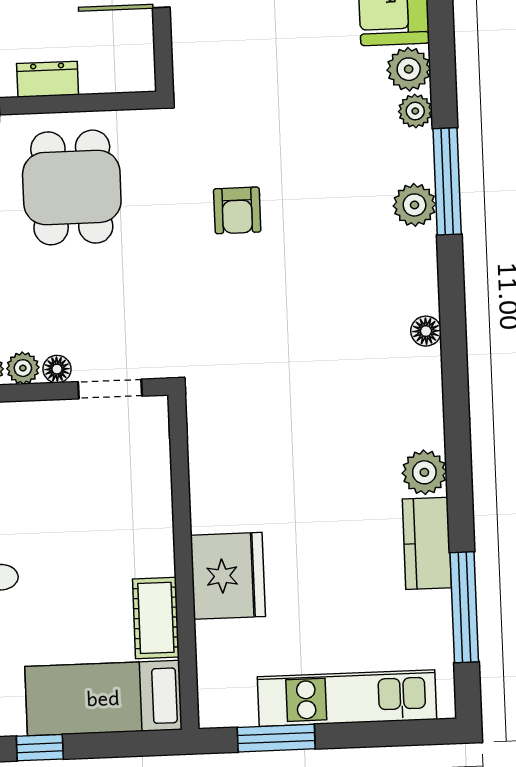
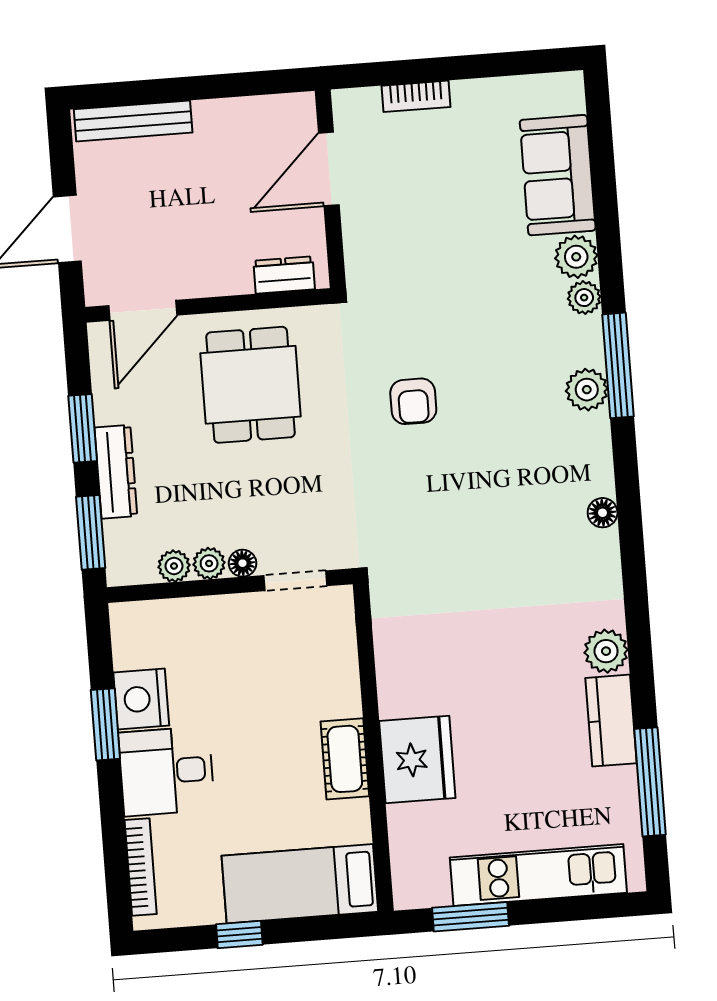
dresser: (48, 79) -> (284, 275), moved
cot: (156, 618) -> (345, 759), moved

